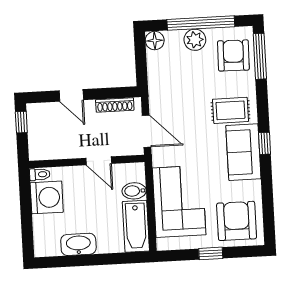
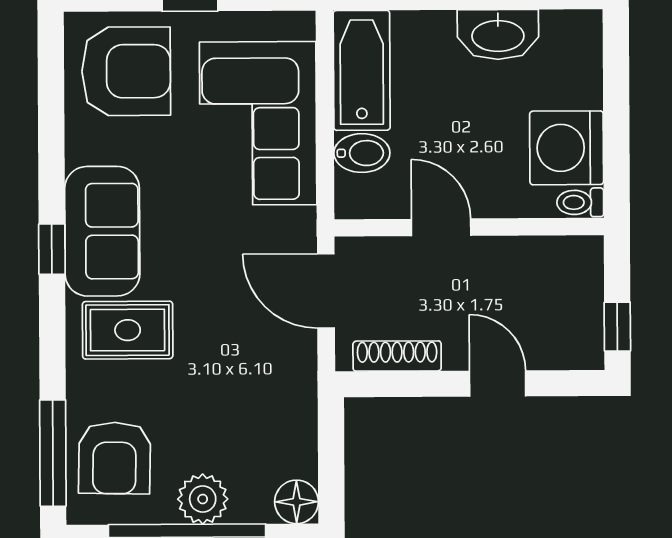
armchair: (237, 221) -> (126, 71), turned -90

